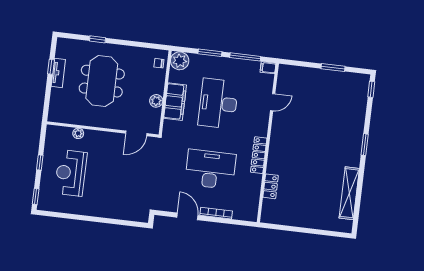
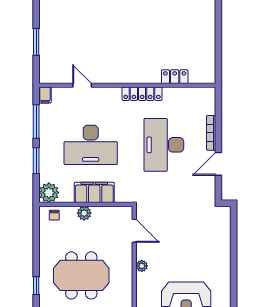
window: (333, 67) -> (36, 42), moved
plant: (156, 101) -> (84, 213), moved
plant: (78, 133) -> (142, 266), moved

